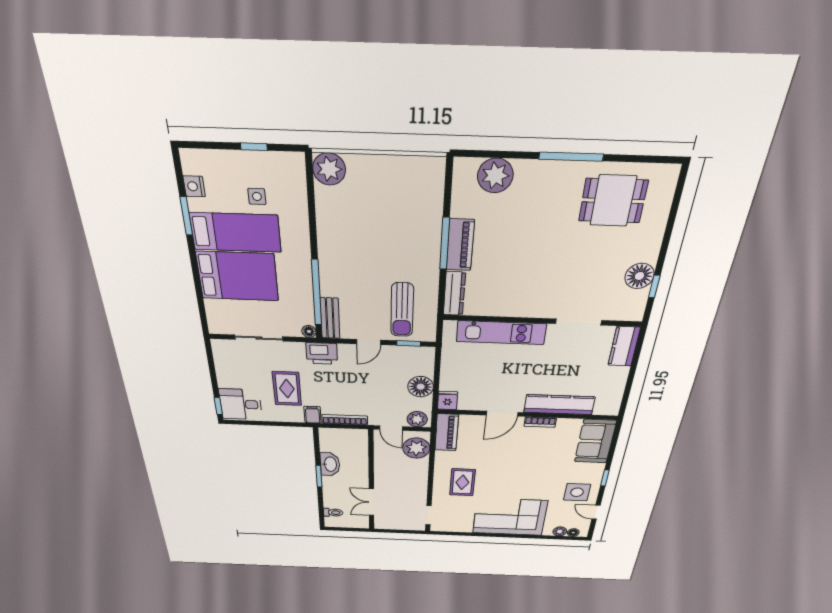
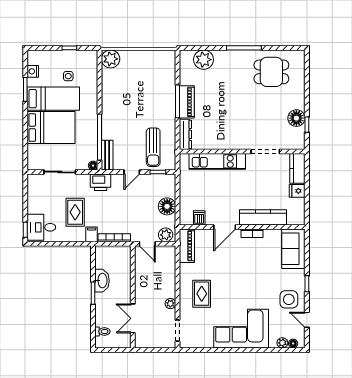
fridge: (448, 401) -> (297, 191), moved, turned -90
dishwasher: (467, 402) -> (199, 218), added
plant: (416, 448) -> (170, 304), moved, width x0.53, depth x0.53

